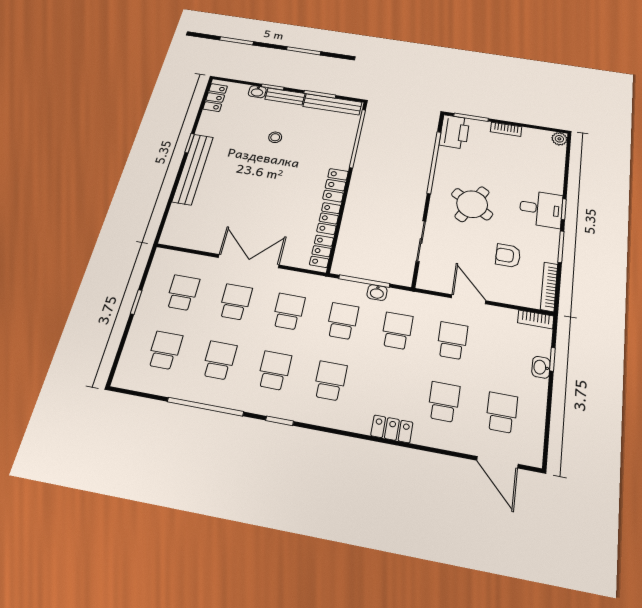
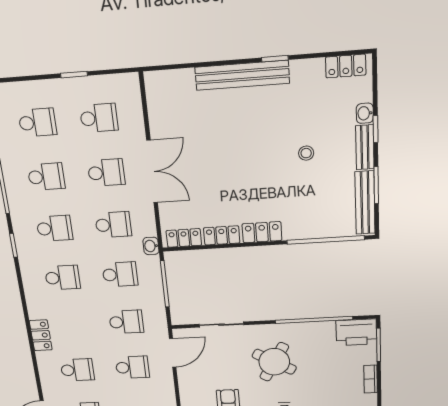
washbasin: (377, 293) -> (151, 246), moved
door: (469, 299) -> (173, 353), moved

